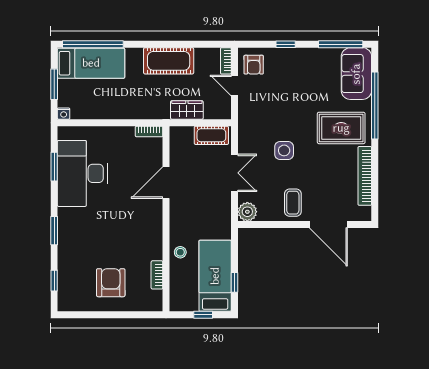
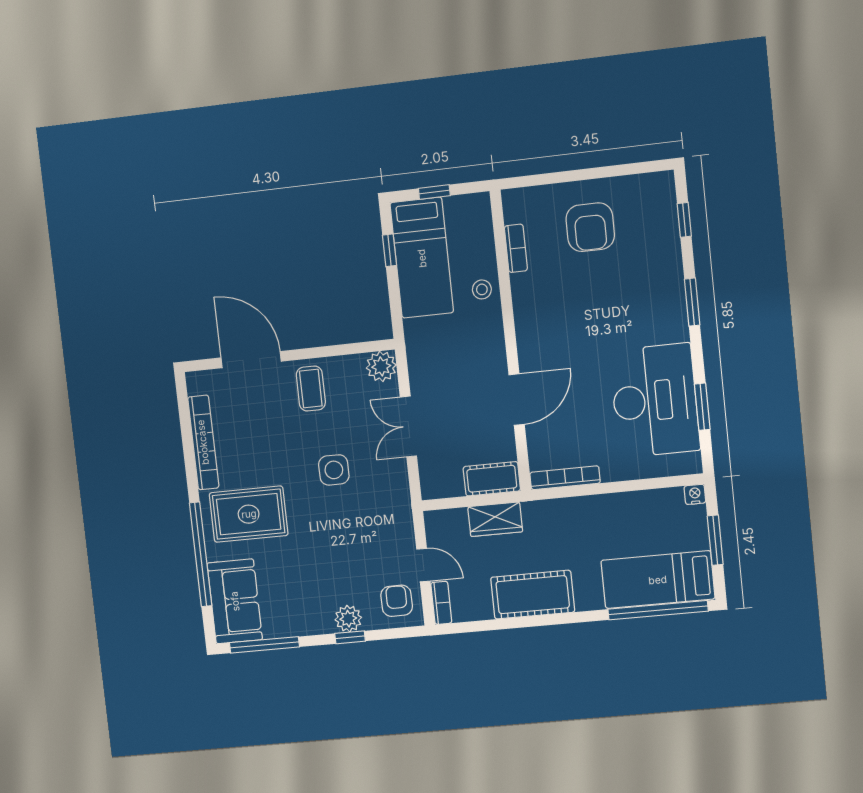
plant: (285, 56) -> (348, 619), added
bookcase: (149, 132) -> (565, 478), width x1.56
cot: (211, 135) -> (492, 479), moved

